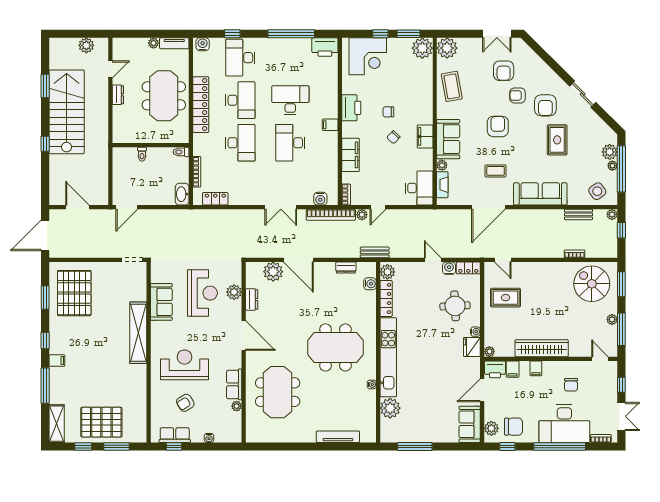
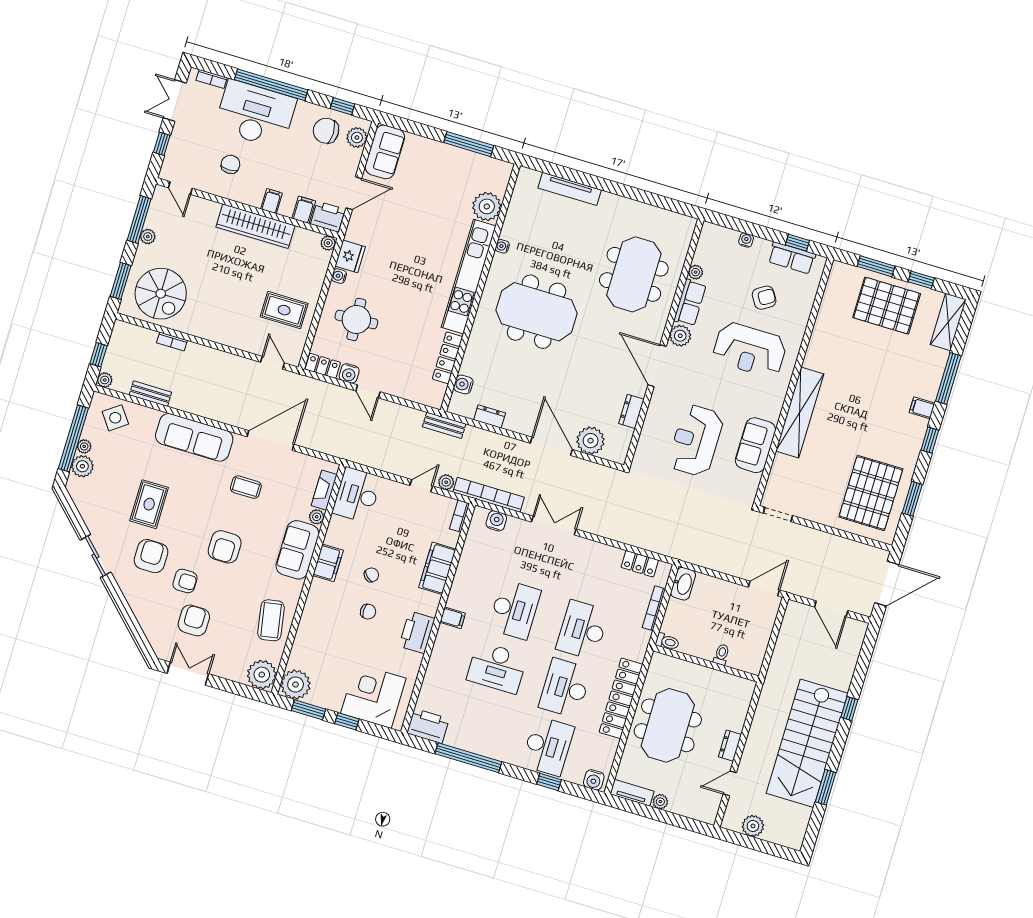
plant: (387, 272) -> (435, 394), removed
plant: (234, 292) -> (680, 336), moved

